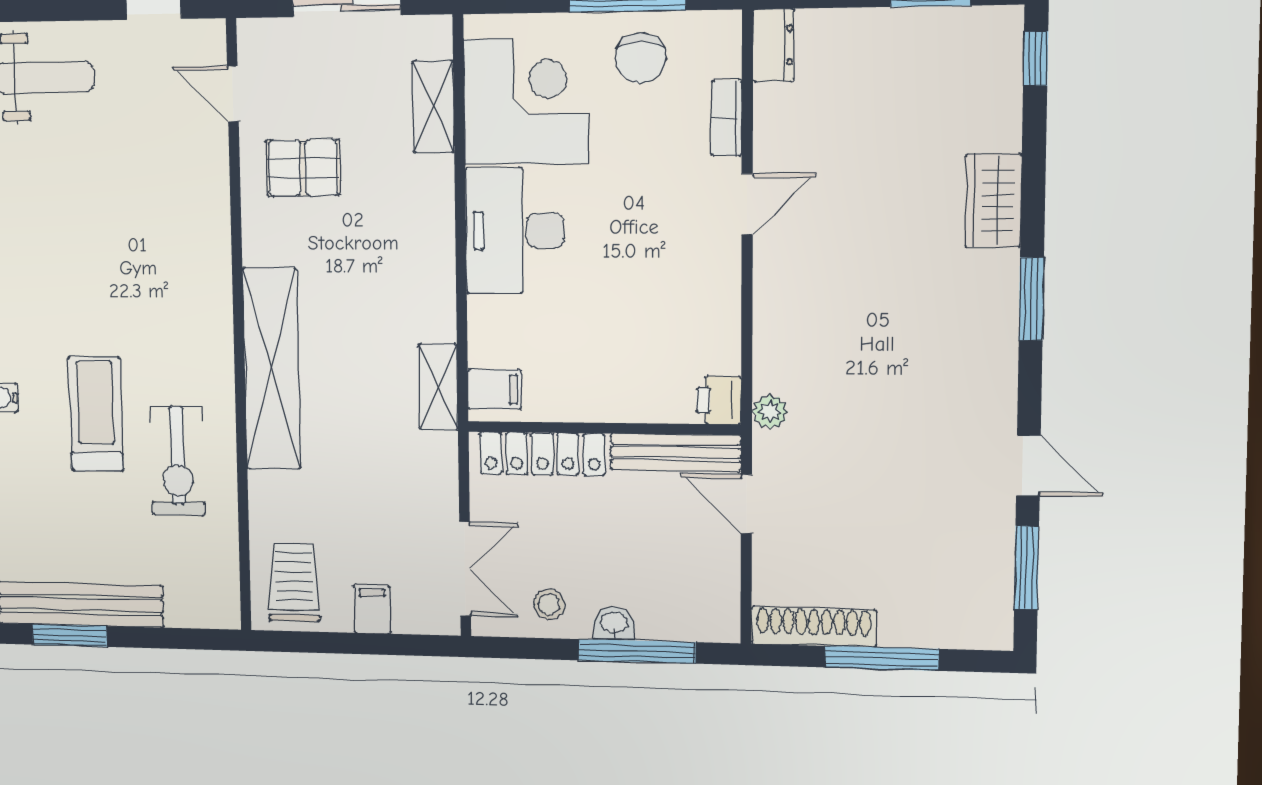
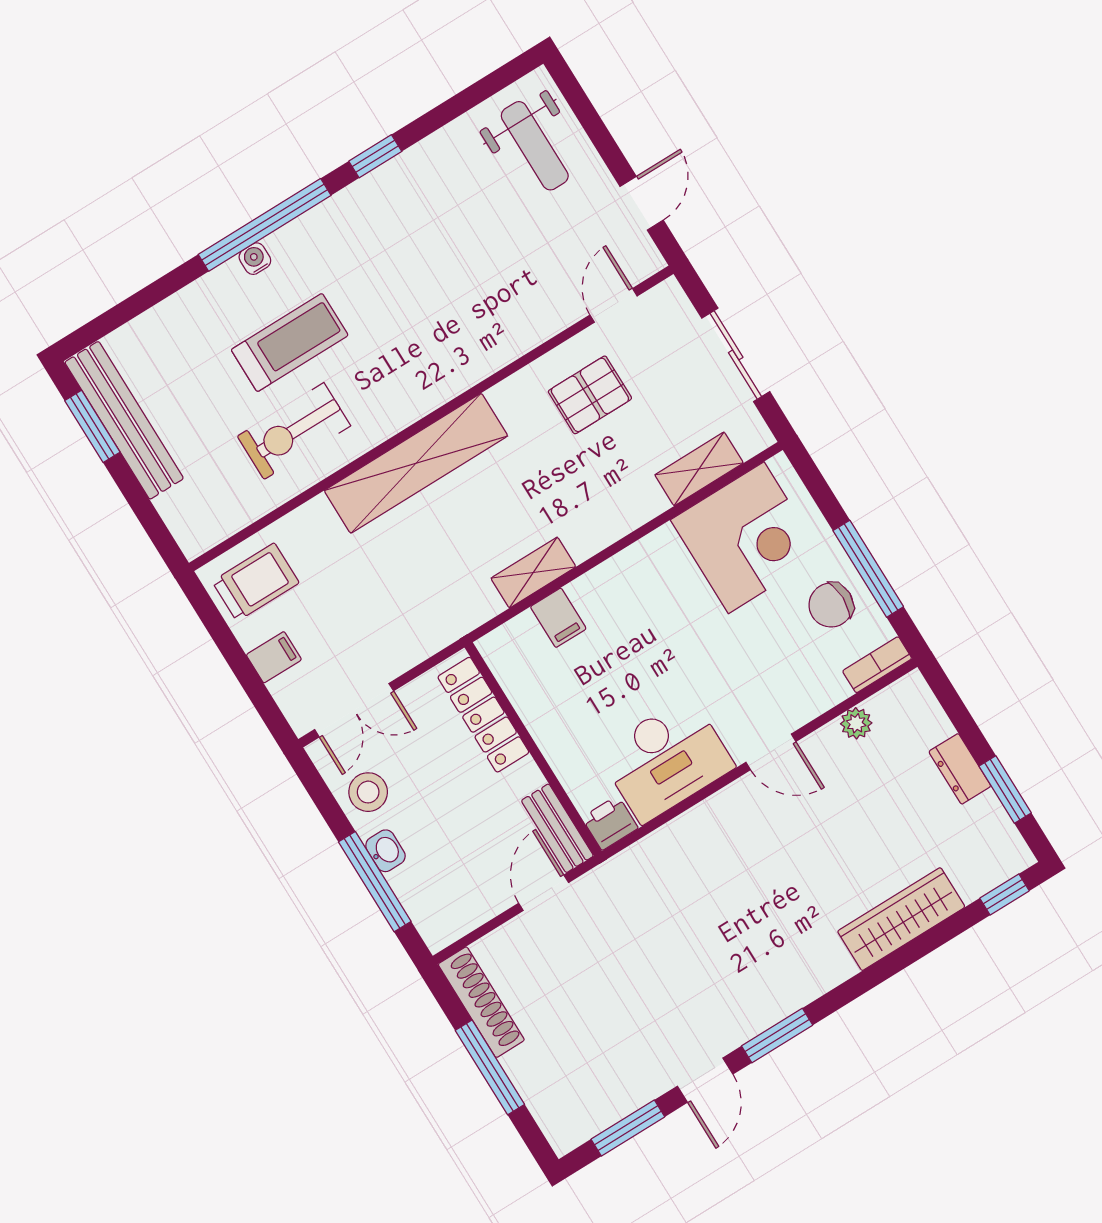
dresser: (774, 45) -> (960, 769), moved, turned 90
bookcase: (727, 118) -> (877, 665), moved
pallet: (303, 168) -> (590, 395), turned 90
wardrobe: (993, 201) -> (901, 919), width x1.50
desk: (515, 231) -> (666, 759), moved, turned 180
window: (1031, 299) -> (777, 1035), moved
shelving: (438, 387) -> (533, 573), moved
filing cabinet: (495, 389) -> (558, 618), moved
plant: (770, 412) -> (856, 723), moved
bench: (675, 452) -> (557, 828), width x0.73
stool: (549, 604) -> (368, 792), width x1.37, depth x1.37

